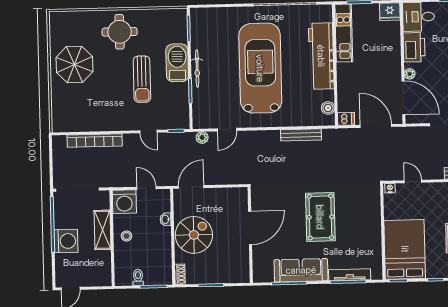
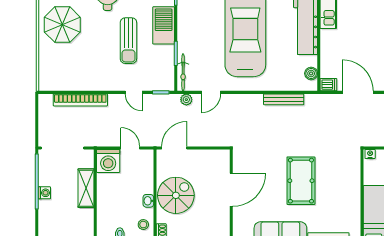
bicycle: (197, 68) -> (183, 72), moved
washbasin: (166, 219) -> (148, 201), moved
stool: (127, 236) -> (143, 225), moved
washing machine: (66, 241) -> (44, 193), width x0.53, depth x0.53

